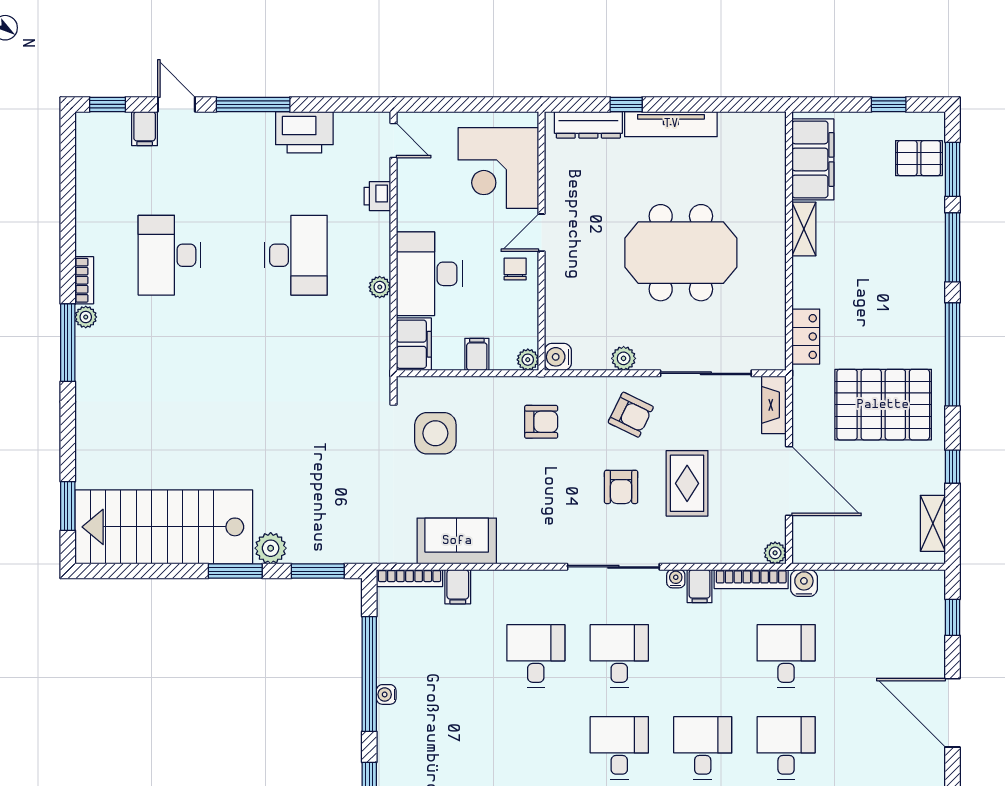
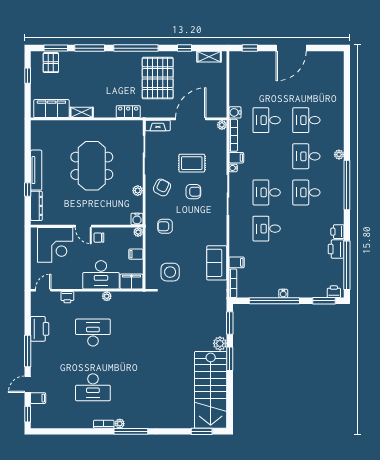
armchair: (541, 422) -> (165, 226), turned -90

